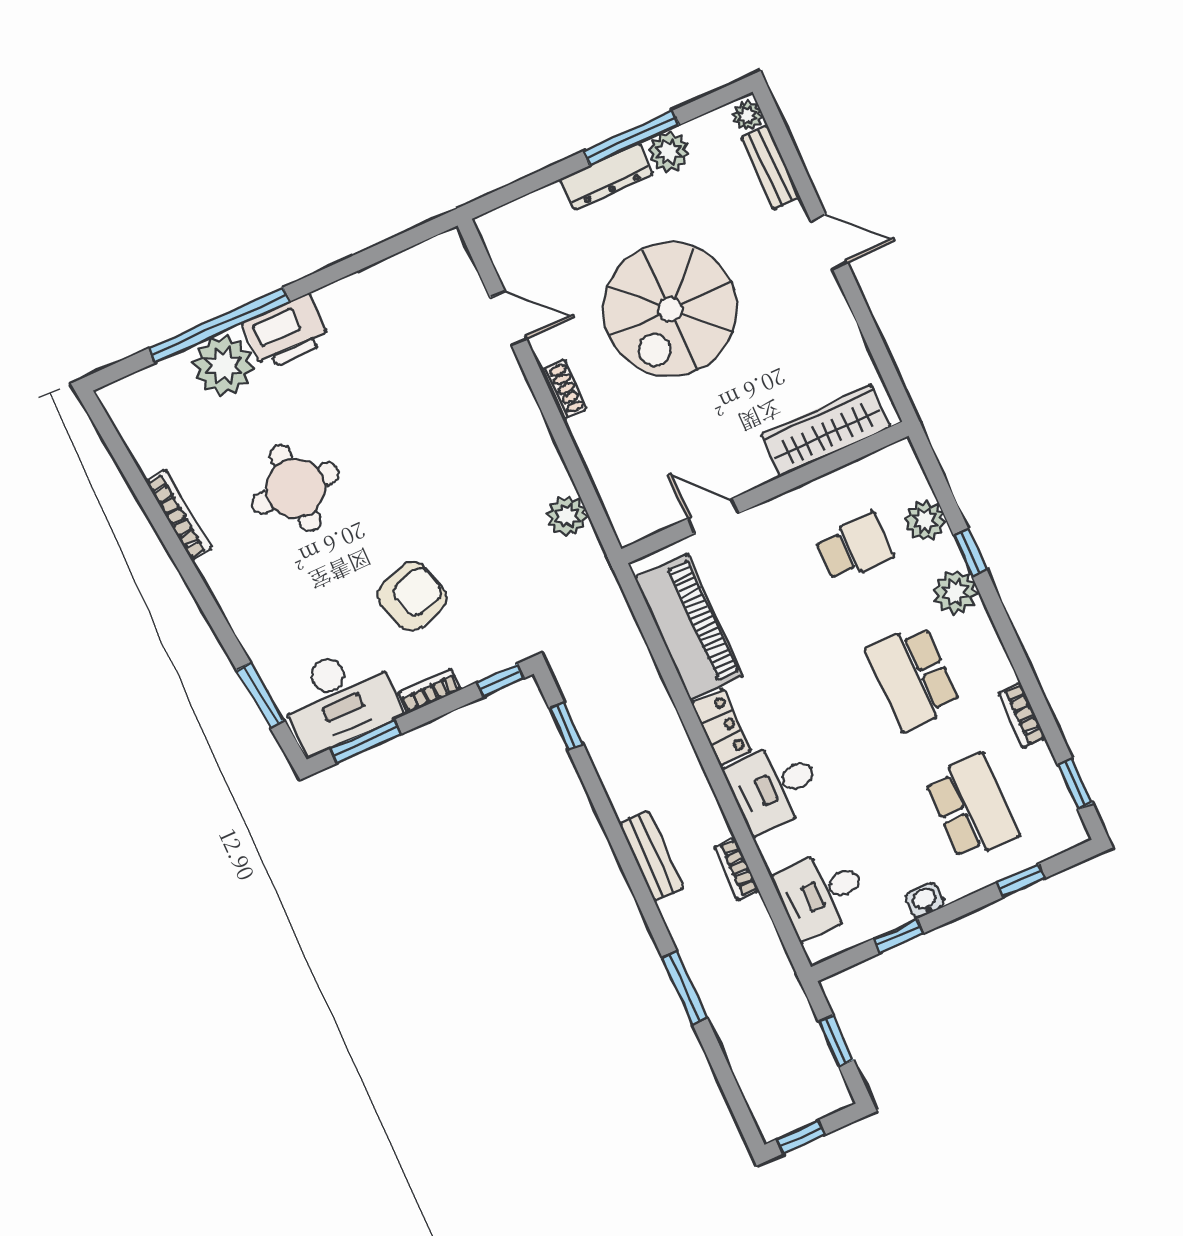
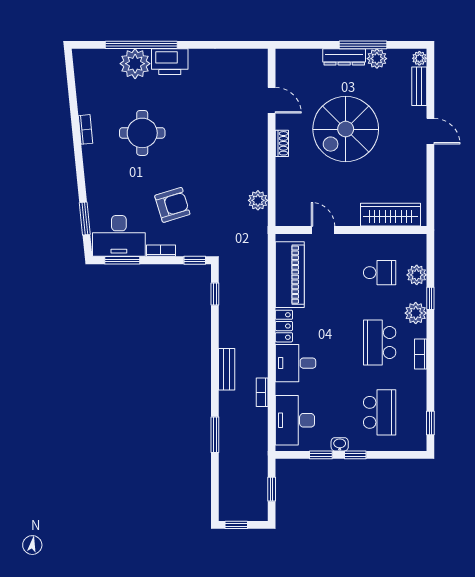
bookcase: (179, 515) -> (86, 129), width x0.64
bookcase: (1022, 715) -> (421, 354), moved
window: (1021, 881) -> (355, 455), moved
desk: (821, 893) -> (295, 420), width x1.37

